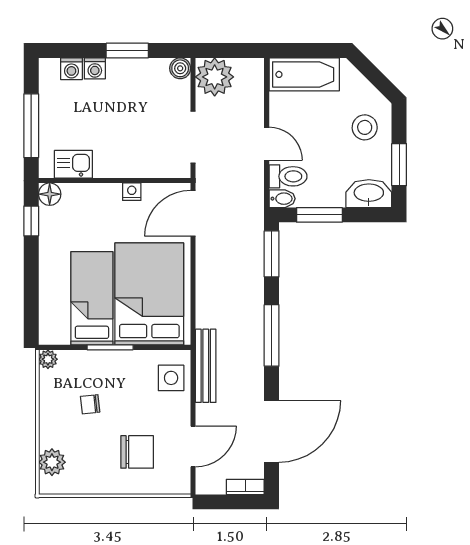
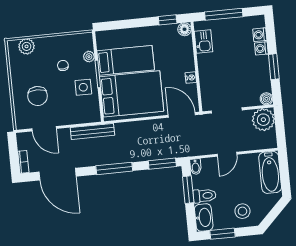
toilet: (288, 176) -> (204, 196), moved, turned -90
plant: (48, 359) -> (89, 57), moved
side table: (171, 378) -> (83, 87), moved

